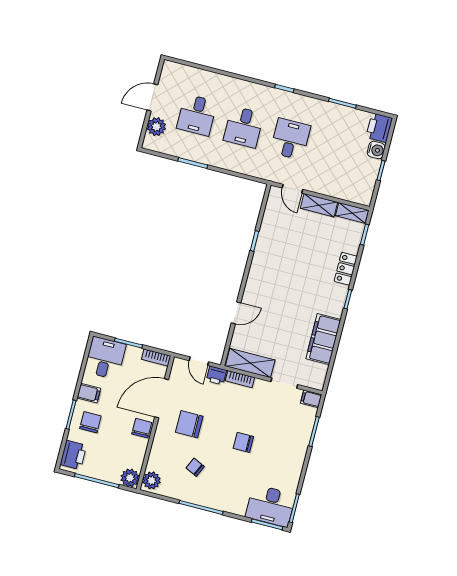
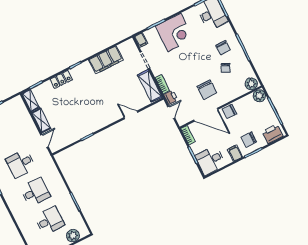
chair: (243, 442) -> (223, 48), moved
corner desk: (286, 444) -> (175, 32), added

